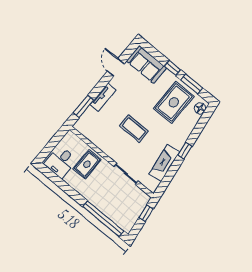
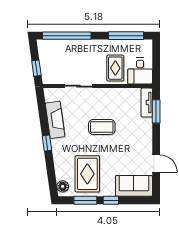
tv unit: (103, 97) -> (147, 103), moved
desk: (61, 162) -> (140, 71), moved, turned 180
window: (59, 182) -> (126, 36), added

